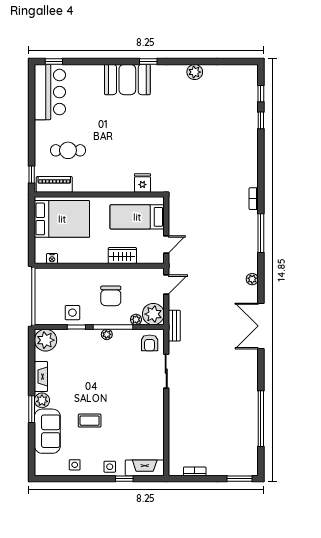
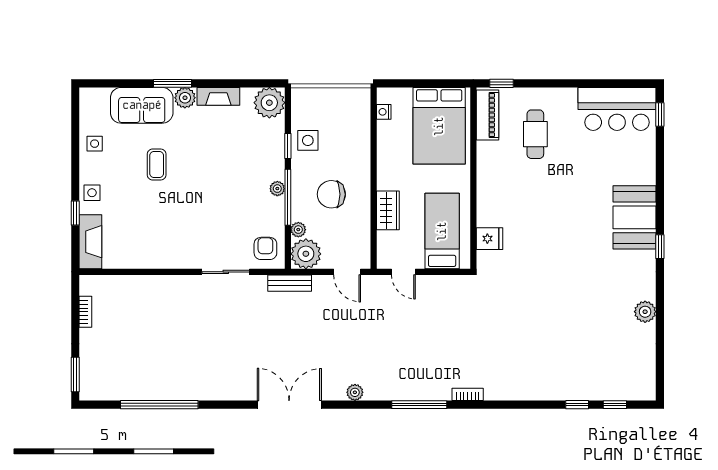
armchair: (150, 343) -> (265, 248), turned 90

